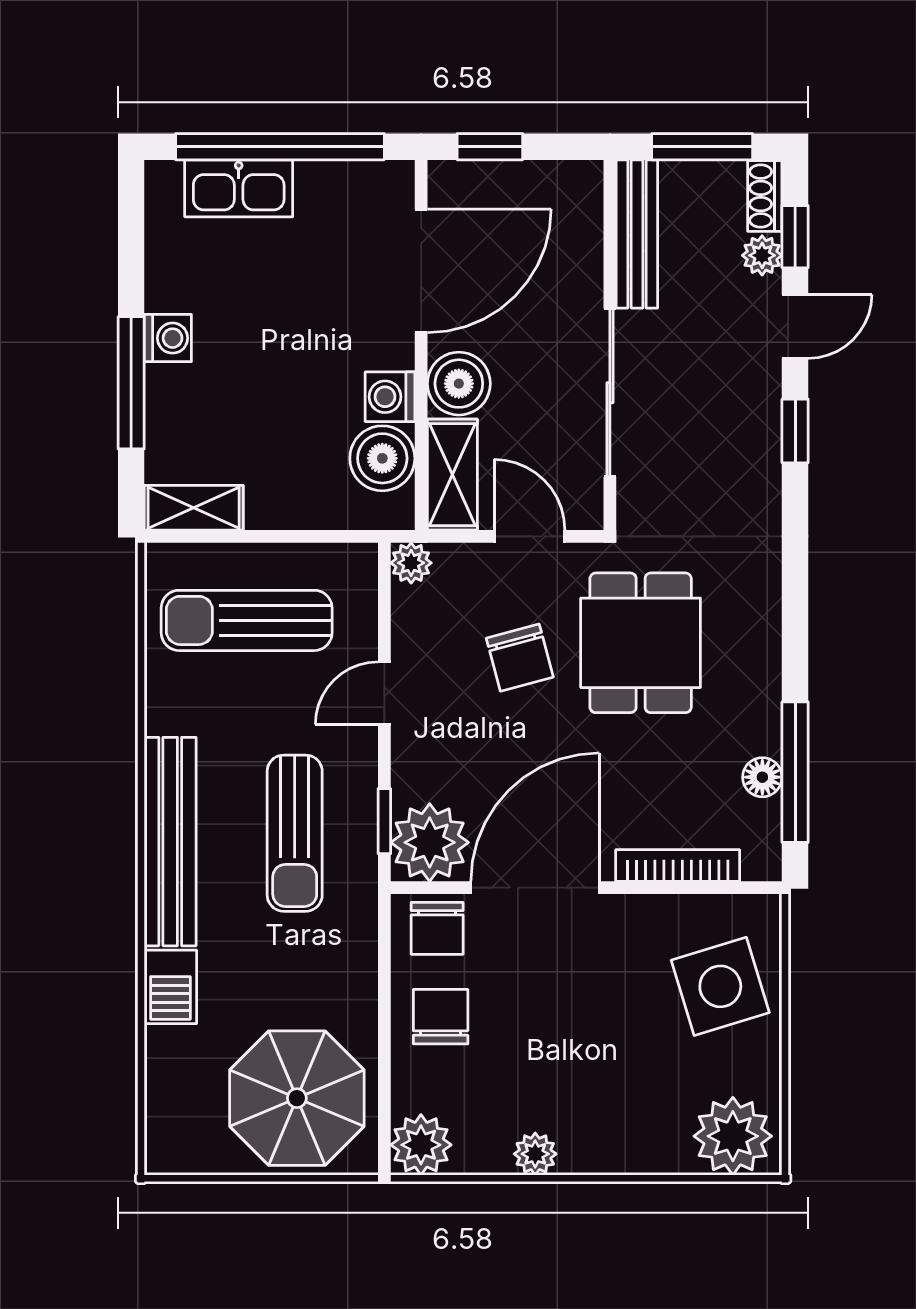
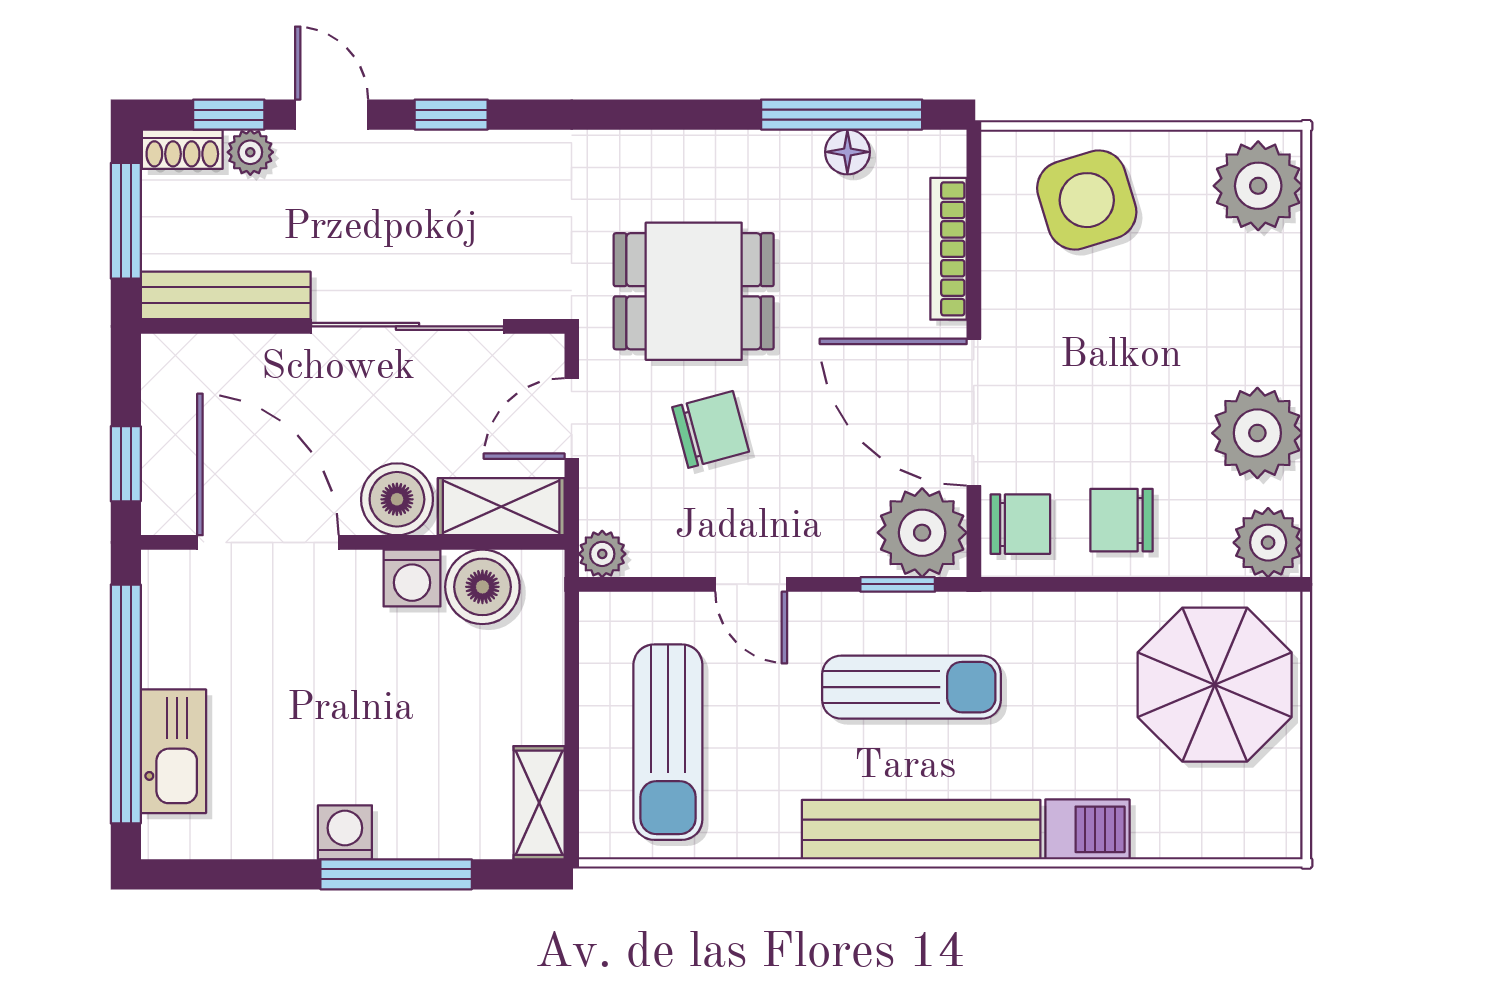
plant: (535, 1154) -> (1257, 433), width x1.87, depth x1.87

